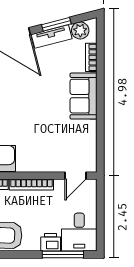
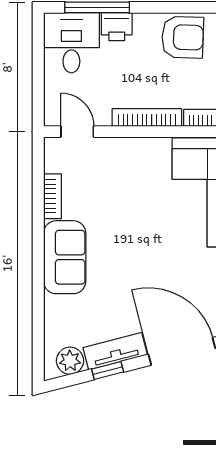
window: (56, 24) -> (108, 371), width x0.67
bookcase: (91, 57) -> (52, 196), moved
door: (76, 176) -> (77, 132), hinge flipped

